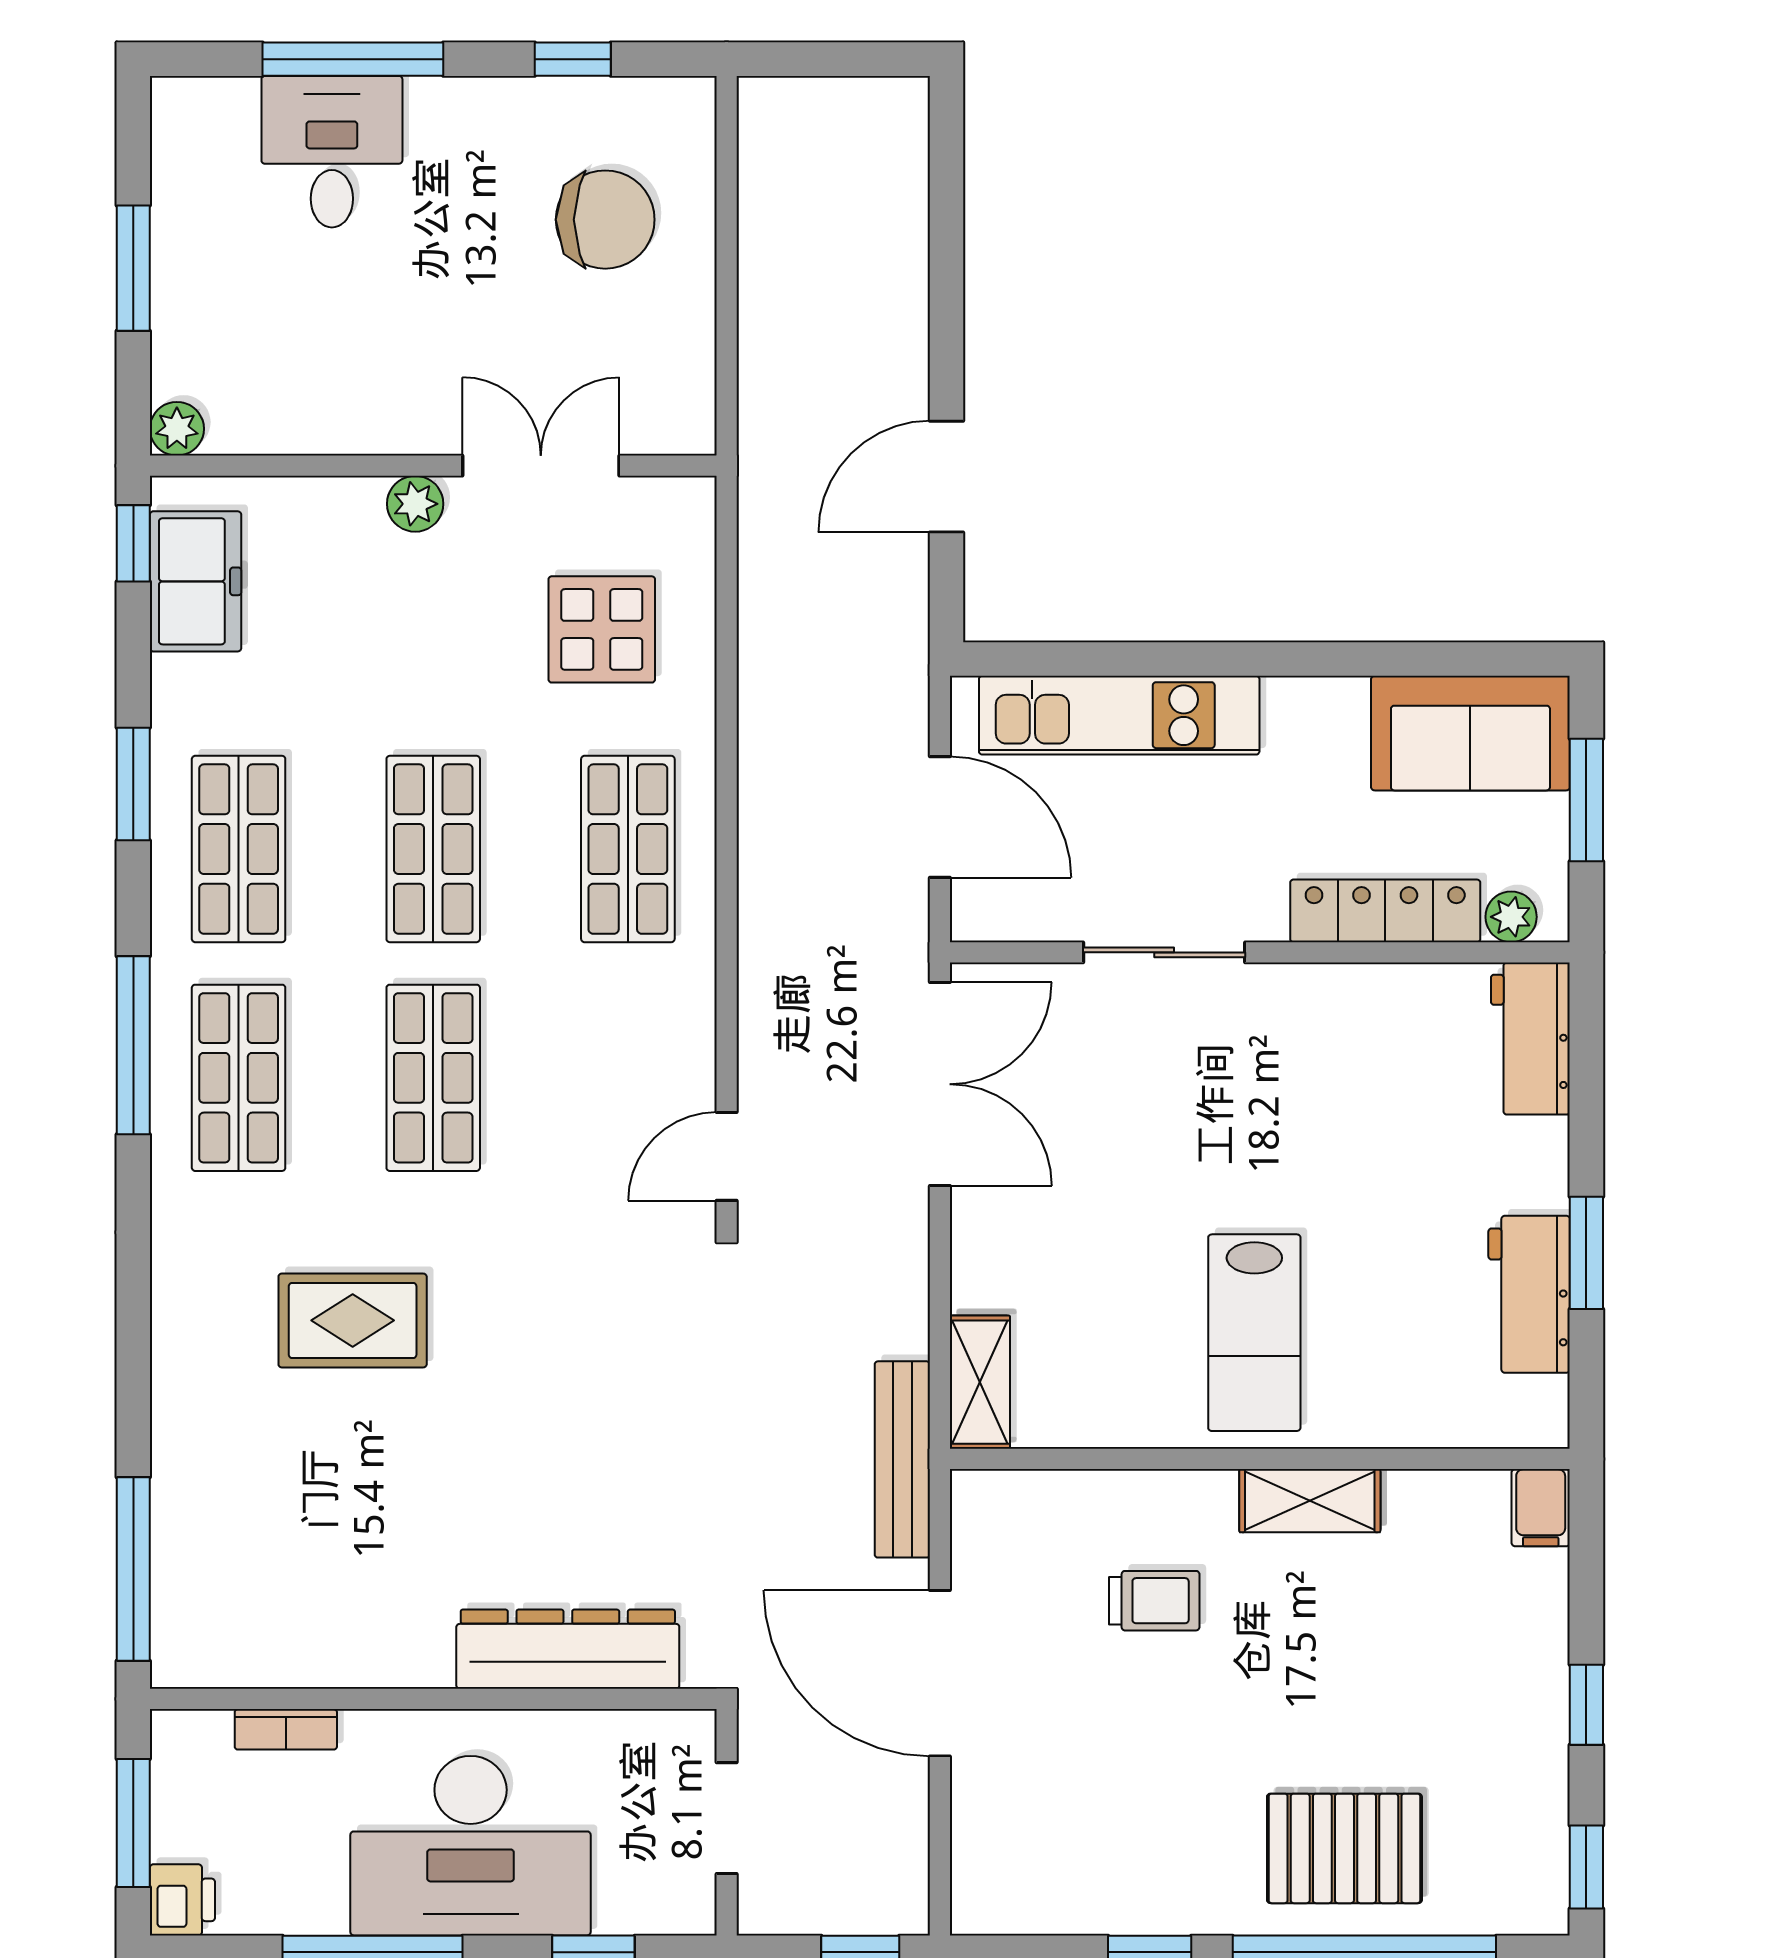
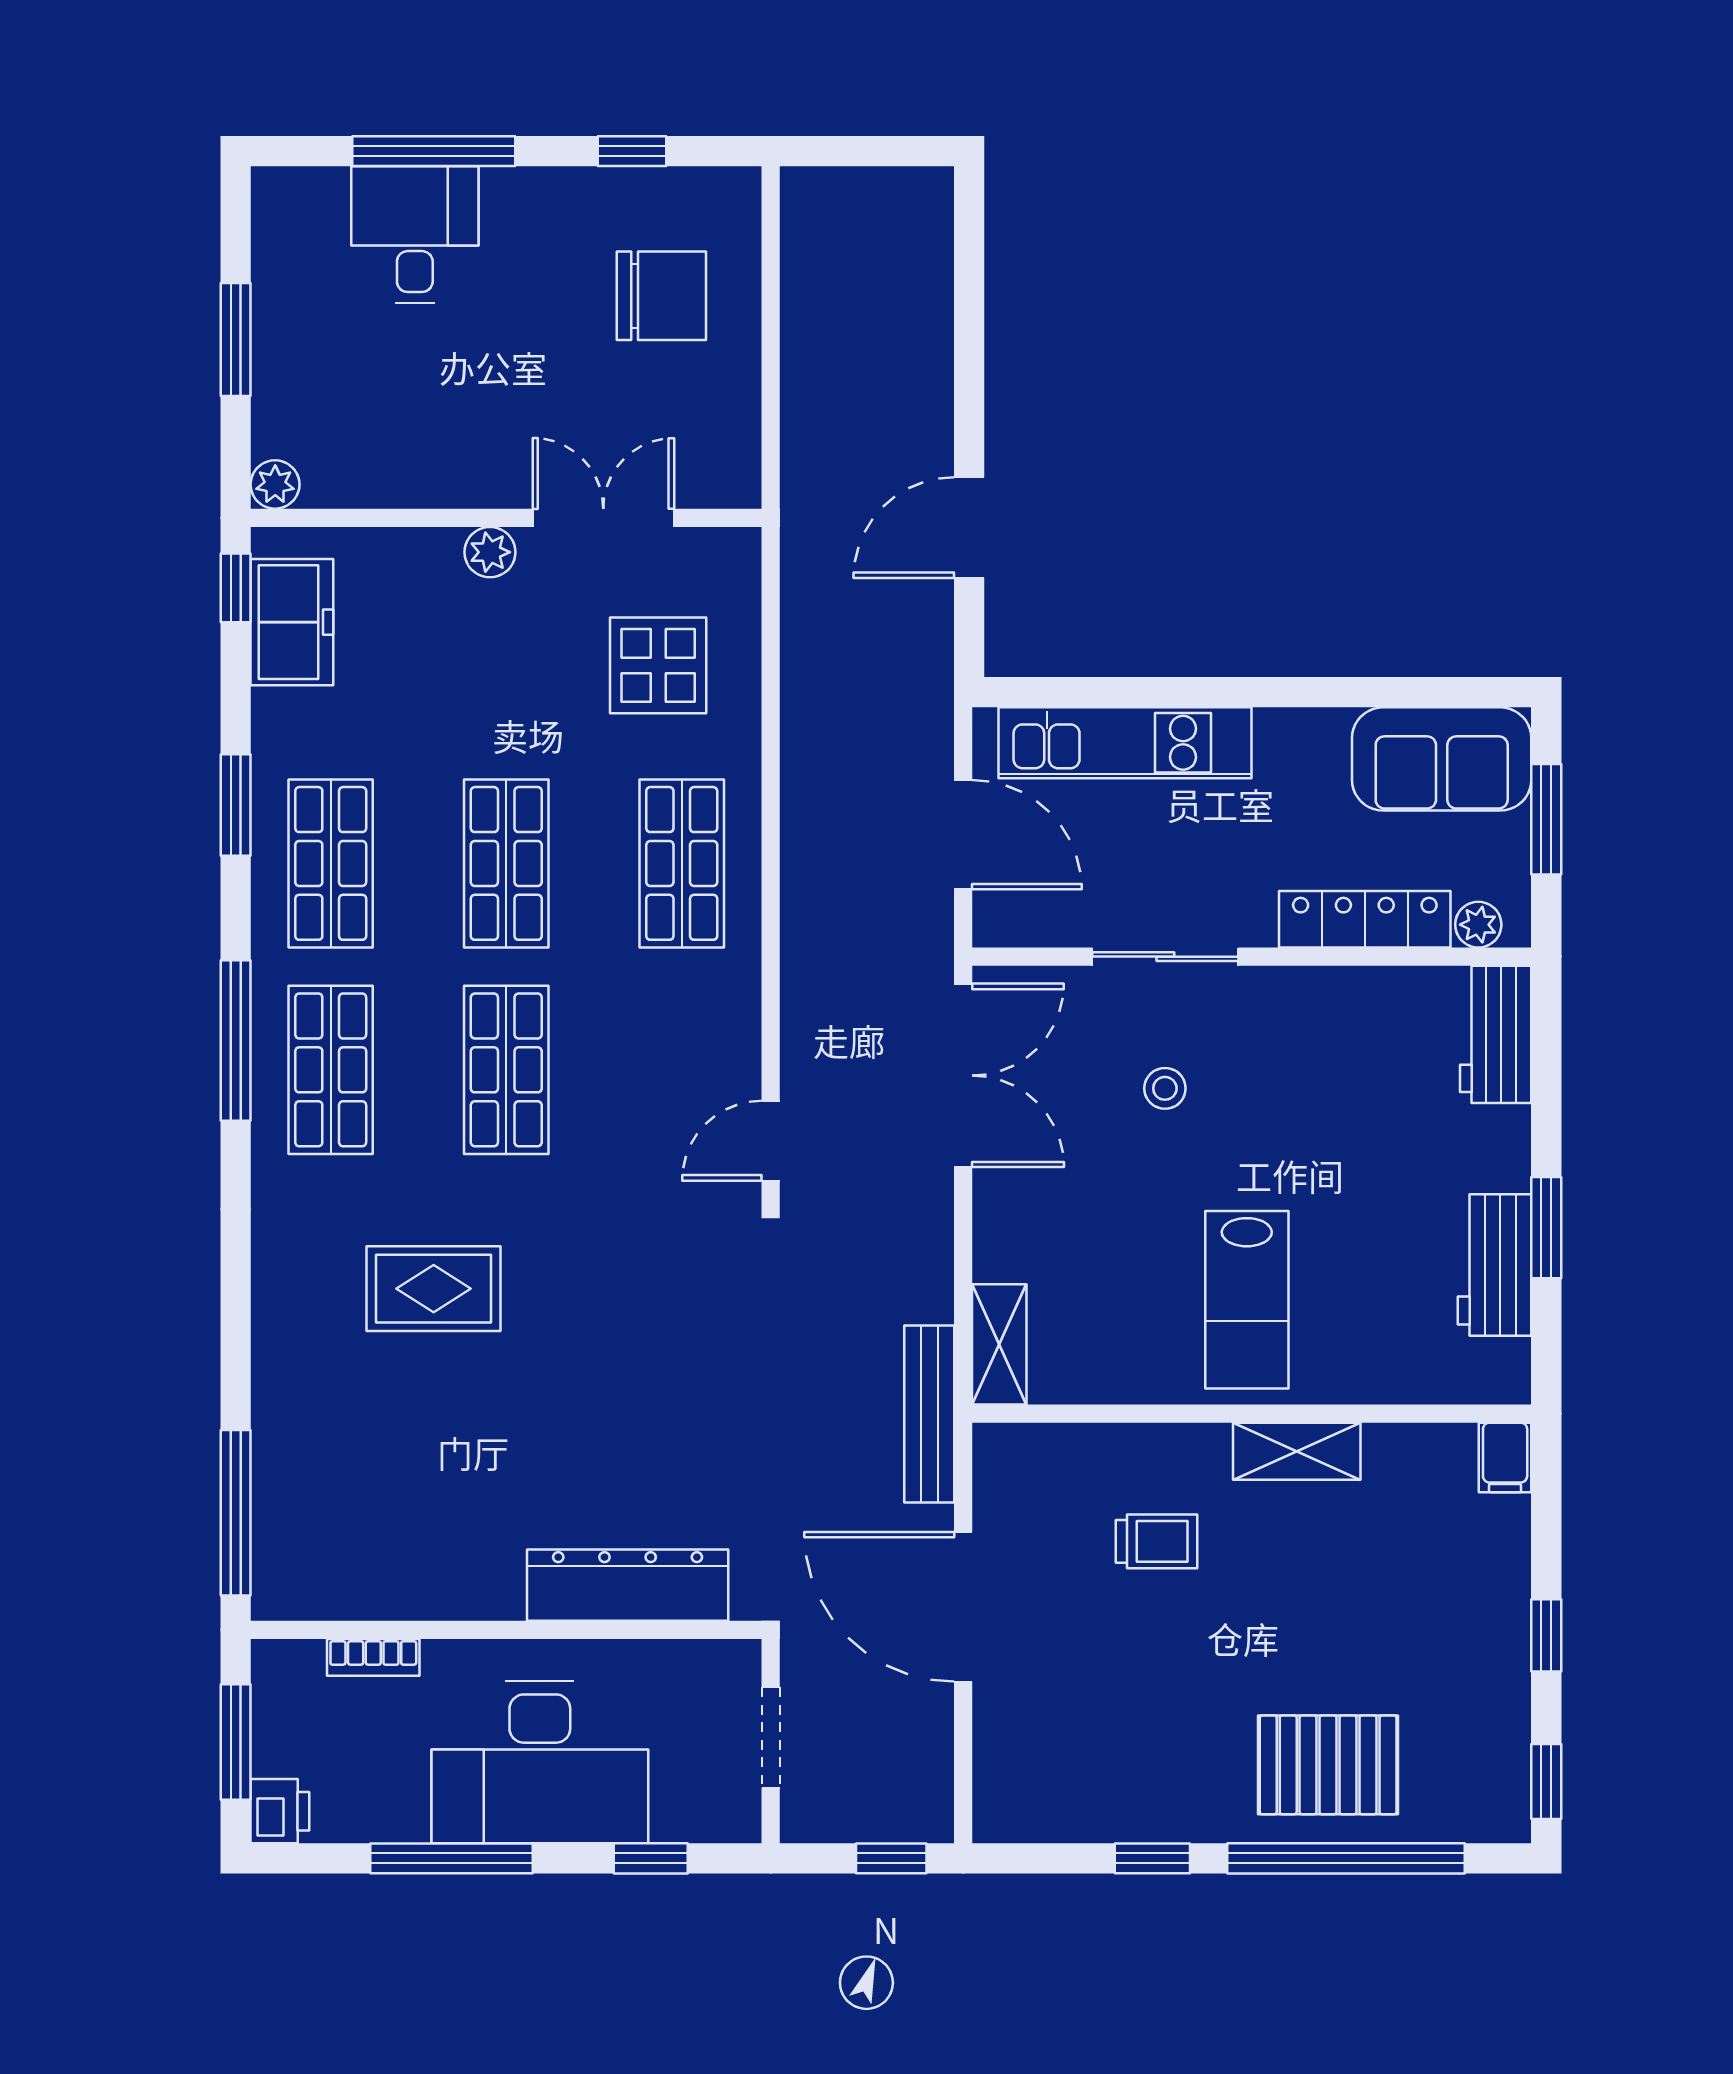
stool: (1164, 1098) -> (1165, 1088), added

